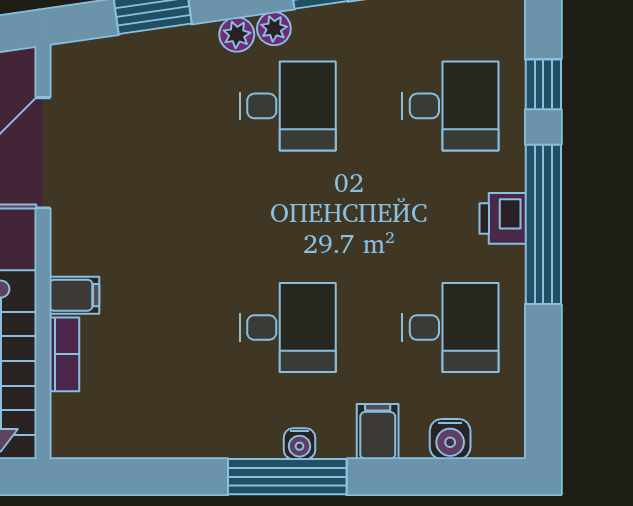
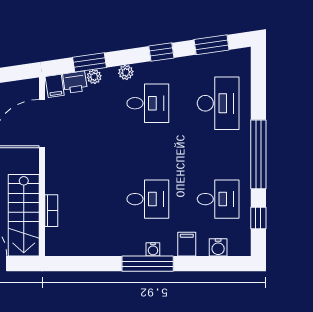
plant: (274, 29) -> (94, 77), moved
window: (543, 84) -> (258, 218), moved
desk: (450, 106) -> (218, 103), width x1.37
printer: (503, 218) -> (75, 82), moved, turned -98
filing cabinet: (74, 295) -> (55, 86), moved, turned 82

